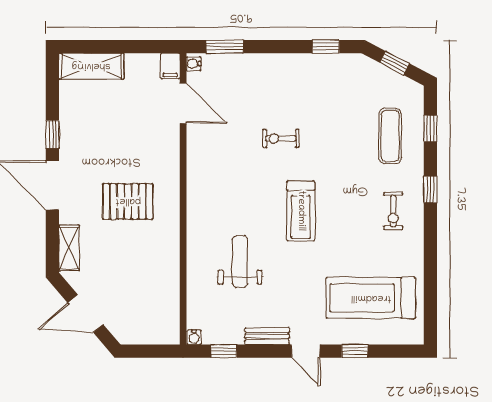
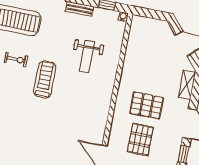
exercise bike: (281, 138) -> (16, 59), moved
pallet: (127, 144) -> (140, 139), added

